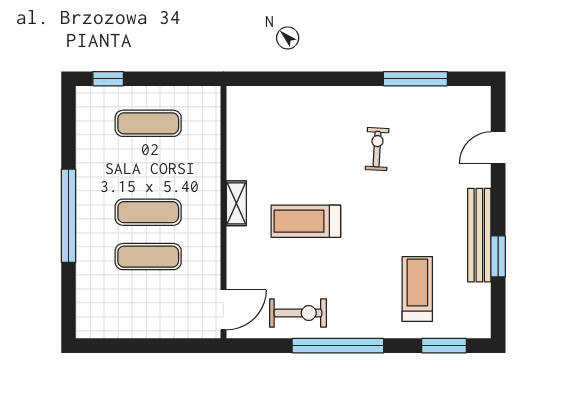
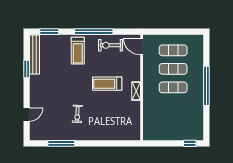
exercise mat: (148, 123) -> (173, 50), moved
treadmill: (306, 221) -> (107, 84), turned 180
bench: (479, 235) -> (35, 54), moved
treadmill: (417, 289) -> (78, 51), moved
door: (223, 310) -> (142, 47), hinge flipped

